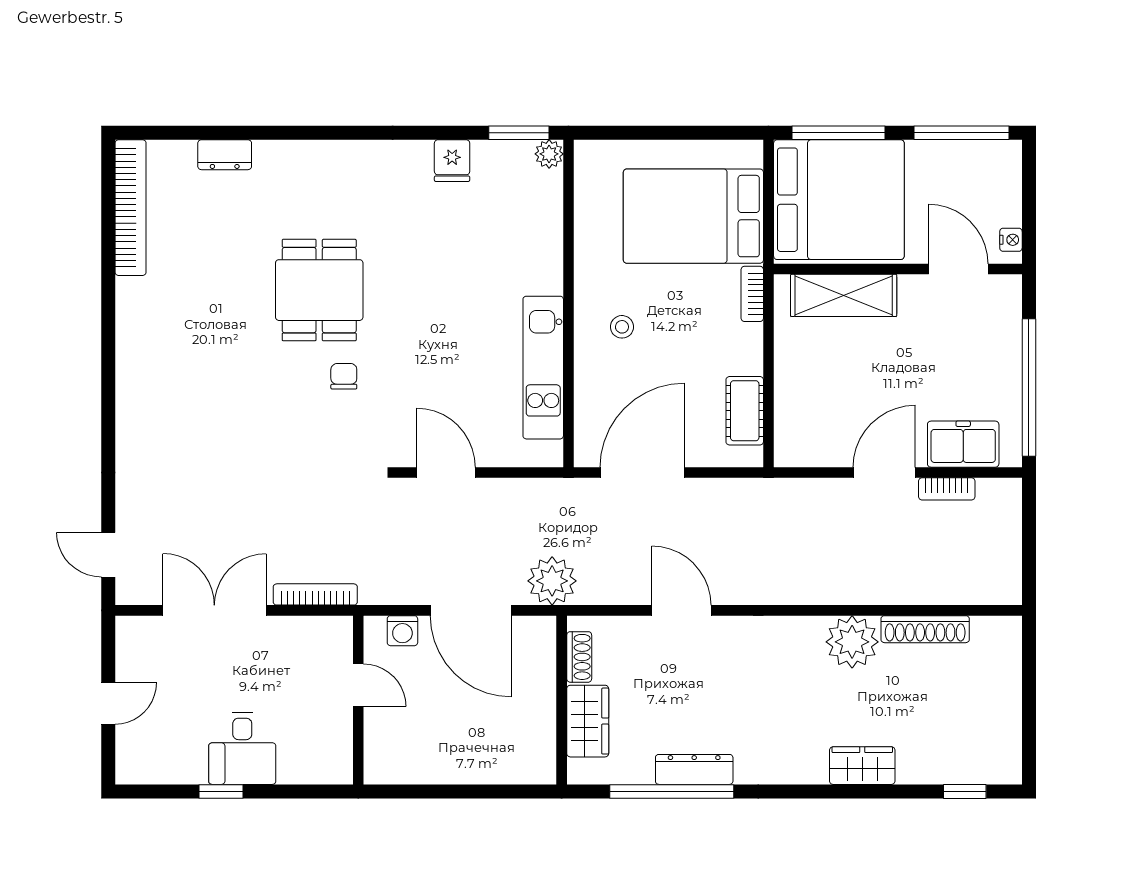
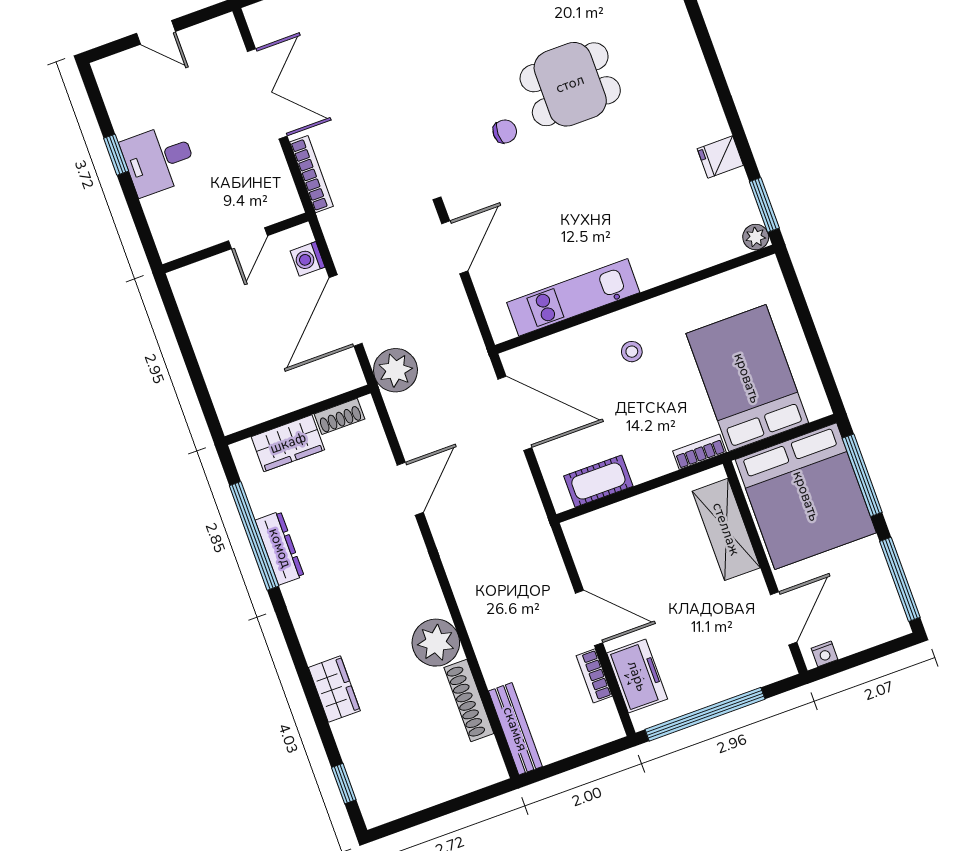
bench: (972, 591) -> (515, 729), added

